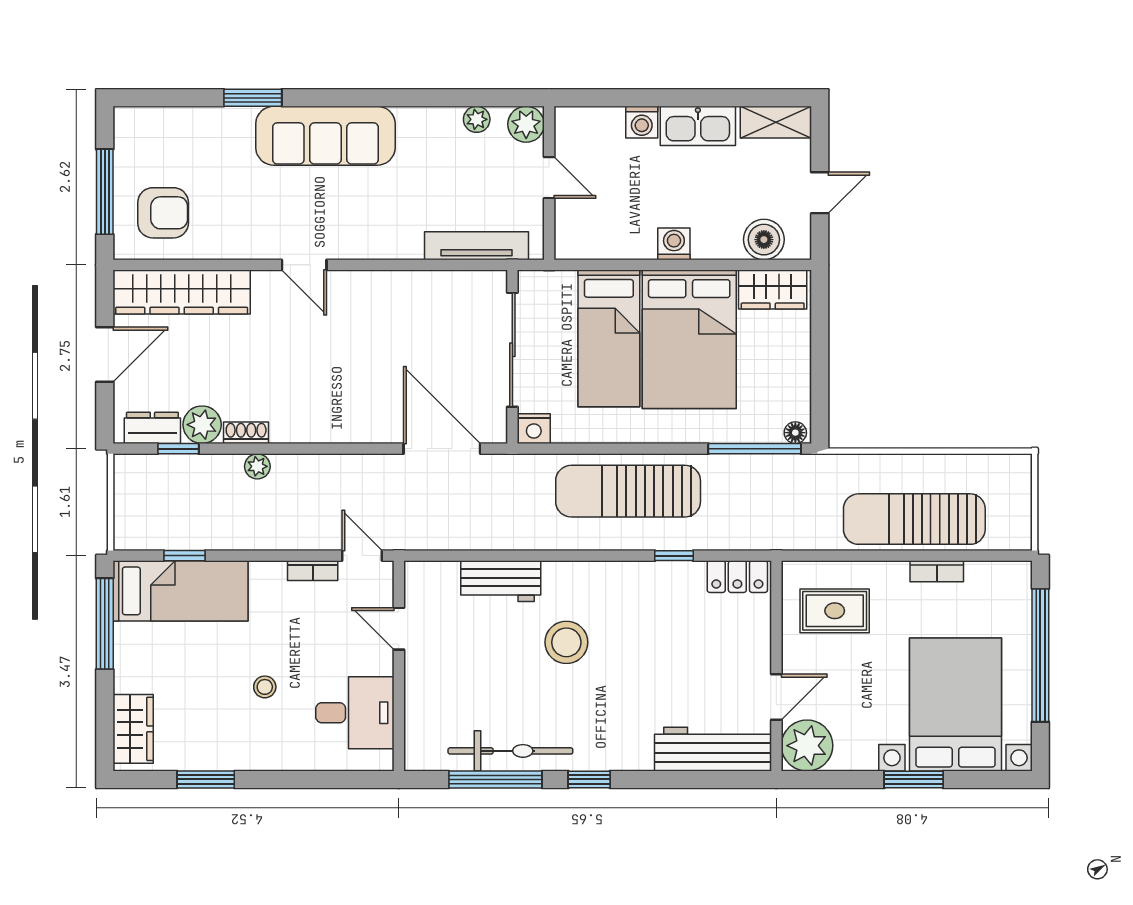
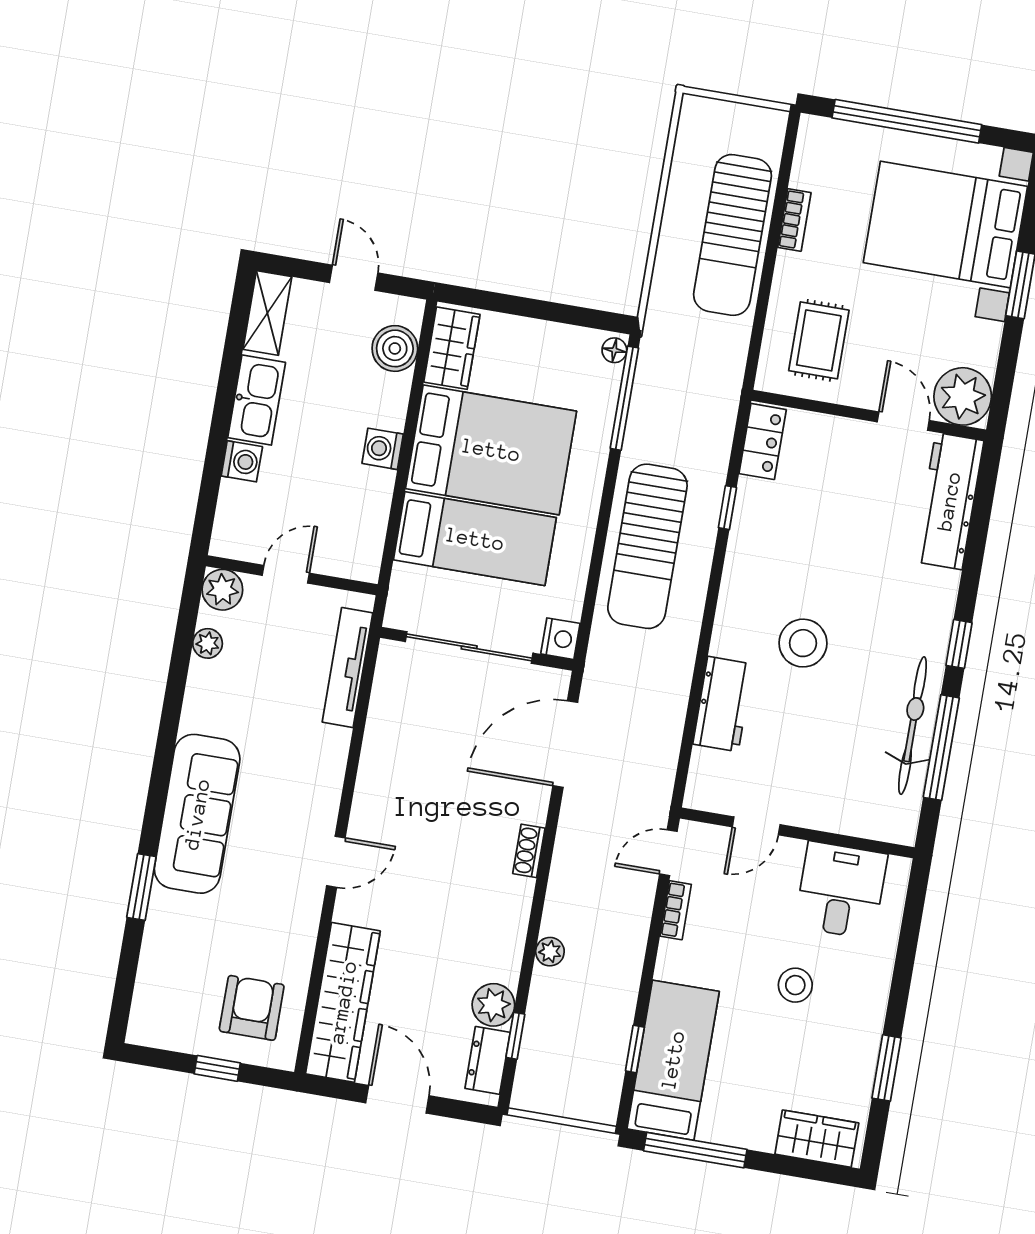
window: (105, 192) -> (217, 1068), width x0.46
shoe rack: (246, 433) -> (529, 851), moved
stool: (265, 687) -> (795, 985), width x1.37, depth x1.37

